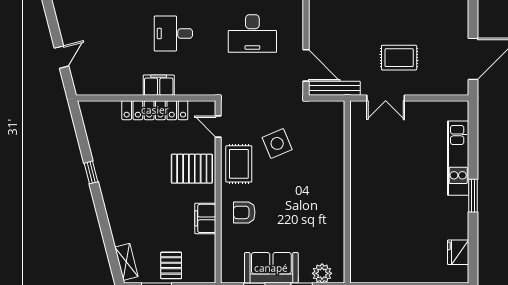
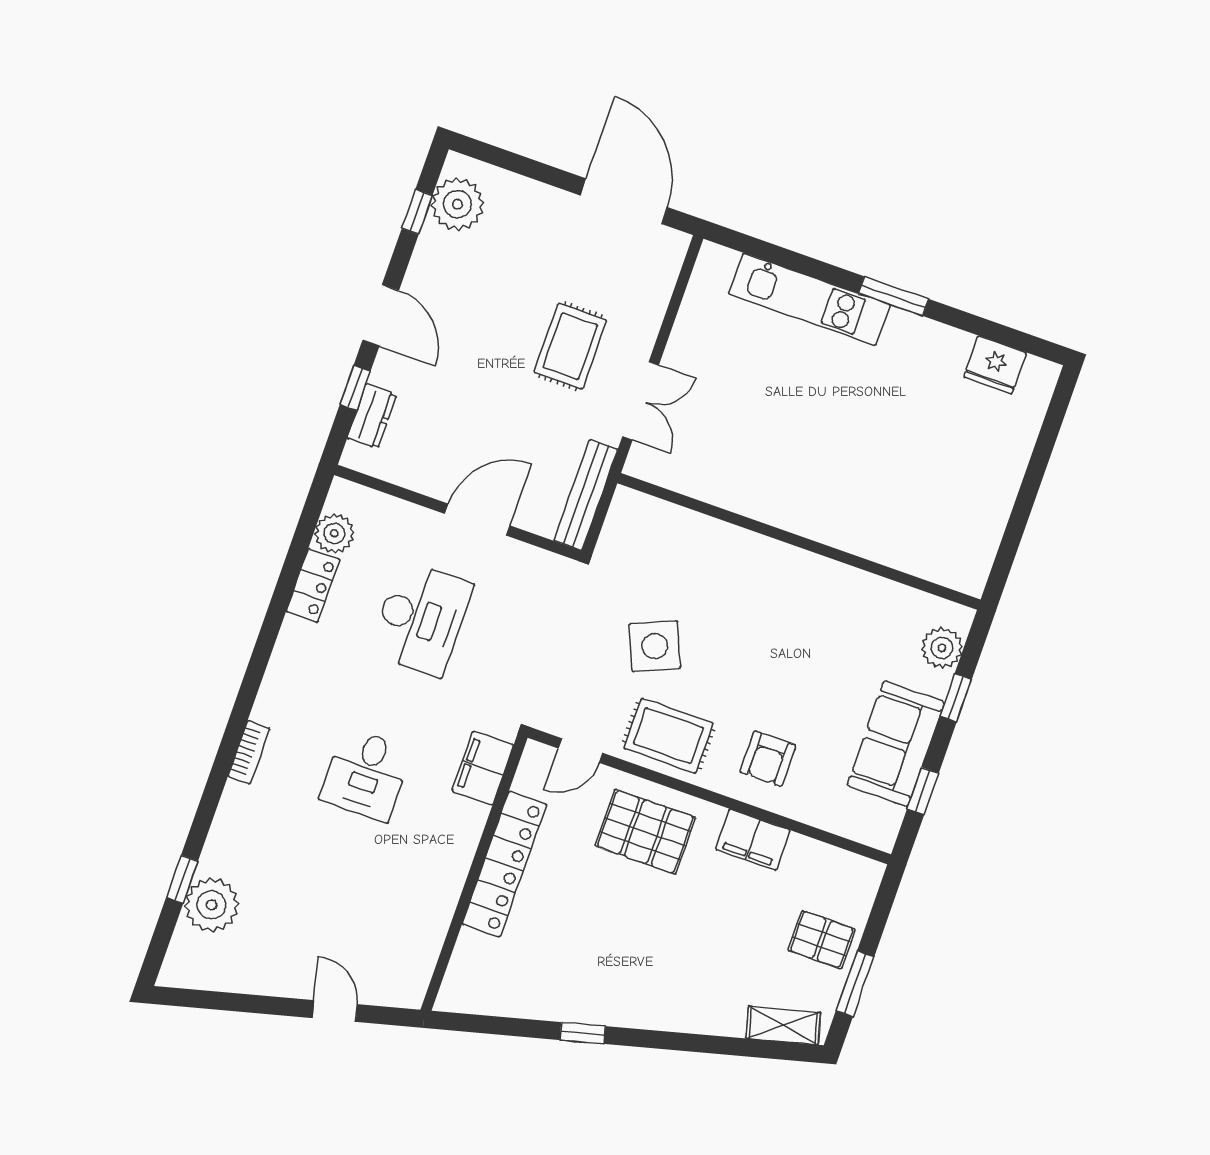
door: (306, 65) -> (477, 520), moved
filing cabinet: (159, 85) -> (483, 768), moved
pallet: (192, 169) -> (645, 832), turned 90

